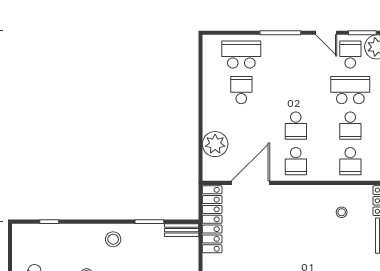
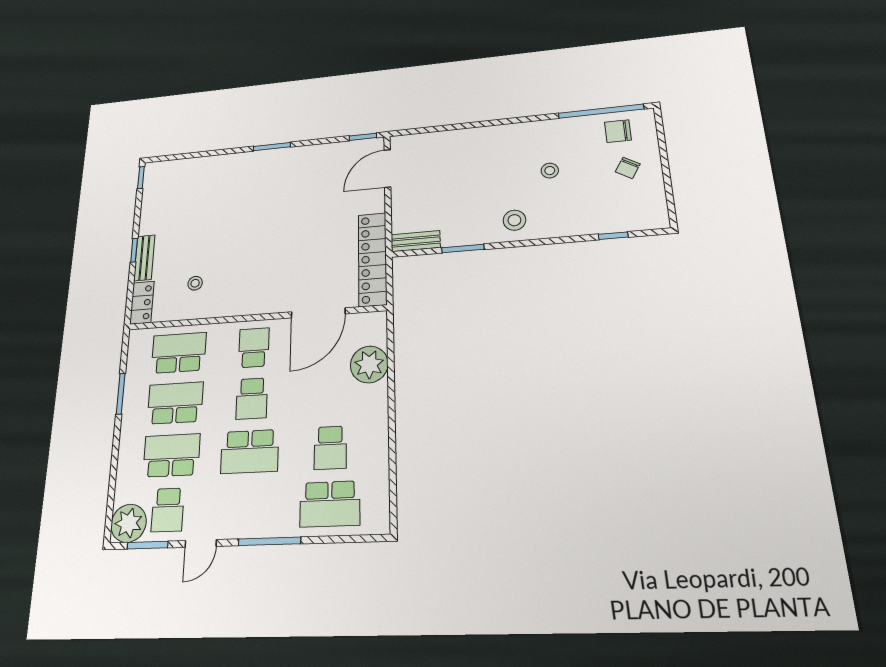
door: (326, 33) -> (201, 543), swing flipped
school desk: (296, 90) -> (250, 452), added
school desk: (350, 90) -> (171, 455), turned 180
school desk: (296, 126) -> (252, 398), turned 180
school desk: (350, 126) -> (175, 403), width x1.85
school desk: (350, 161) -> (179, 353), width x1.85

